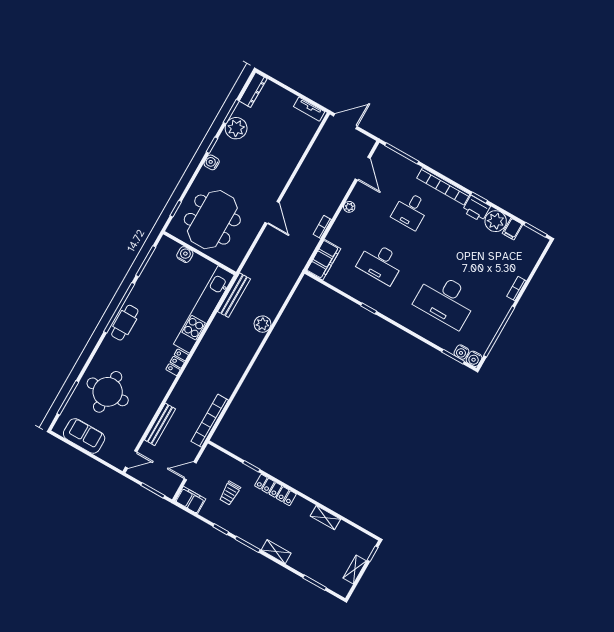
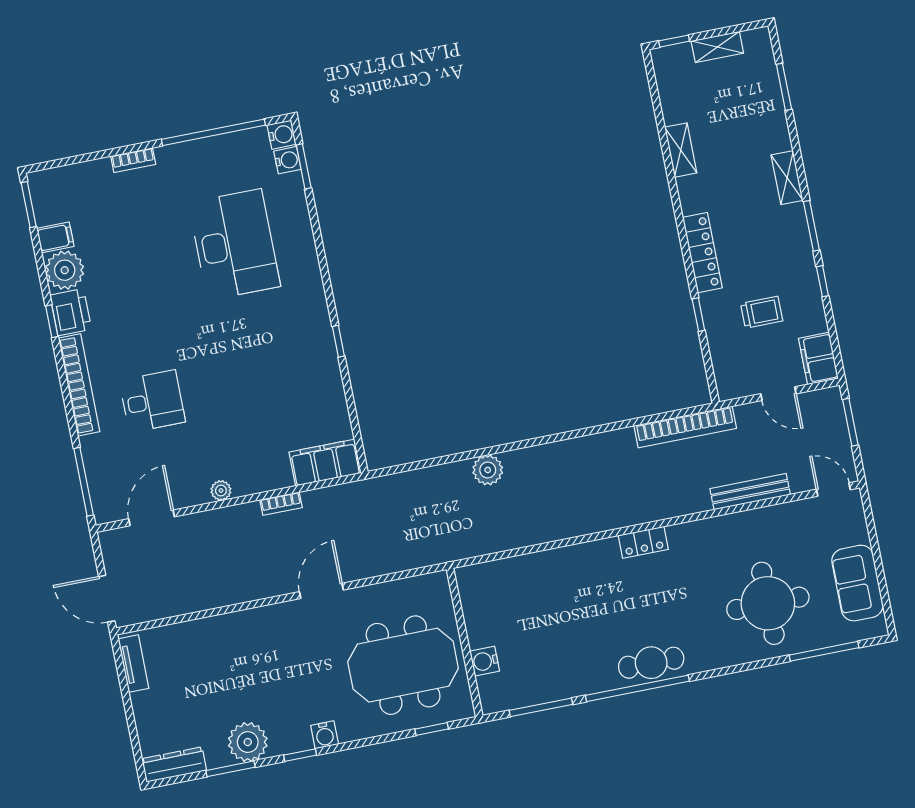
desk: (380, 263) -> (261, 380), removed
bench: (234, 295) -> (482, 544), removed
kitchen unit: (204, 310) -> (538, 569), removed

